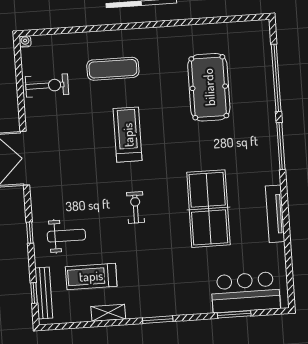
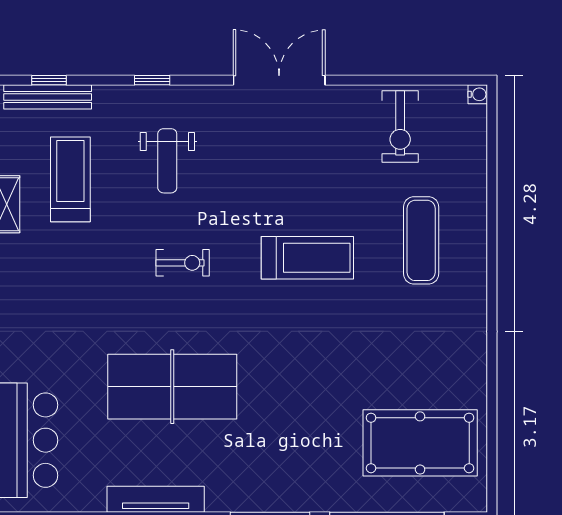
pool table: (209, 87) -> (420, 443), moved
weight bench: (66, 236) -> (167, 161), moved

